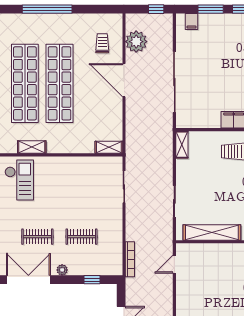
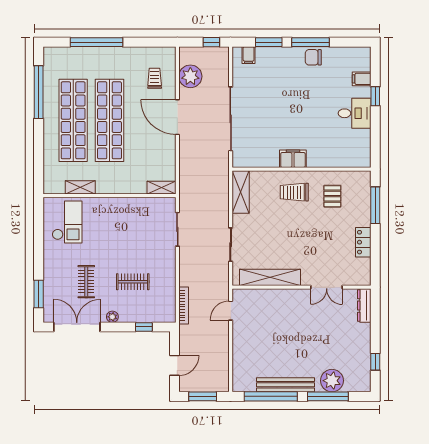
shelving: (182, 145) -> (241, 192), width x1.50, depth x1.33
clothes rail: (37, 237) -> (86, 282), turned 90

